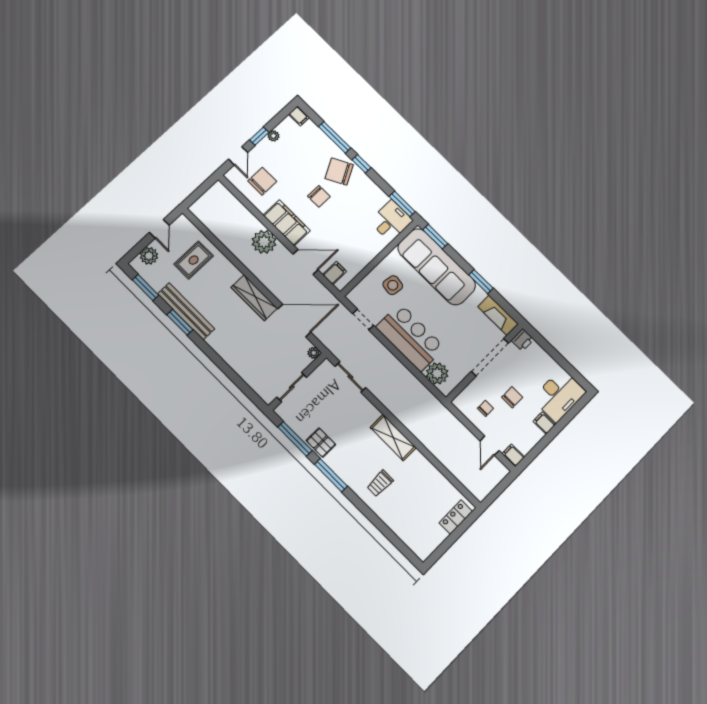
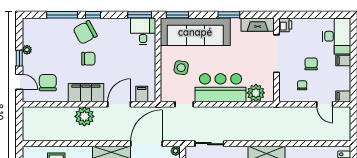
filing cabinet: (299, 116) -> (29, 23), removed

